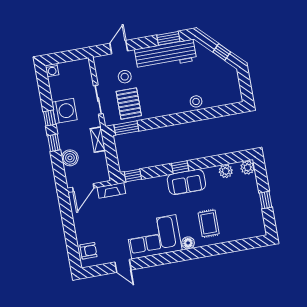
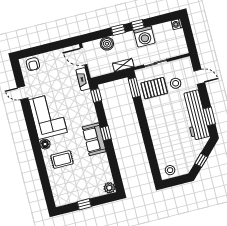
stool: (196, 101) -> (170, 170), moved
plant: (226, 171) -> (105, 170), removed
door: (123, 266) -> (23, 93), hinge flipped

